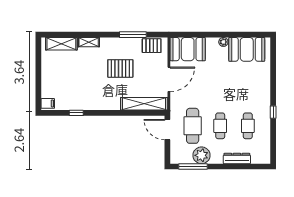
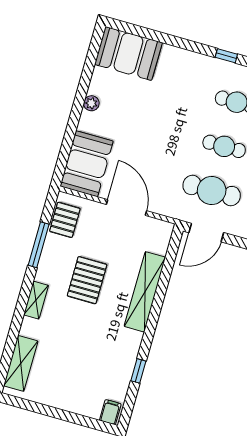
shelving: (89, 42) -> (36, 300), moved
booth: (247, 49) -> (128, 53), moved, turned 90
shelving: (144, 104) -> (145, 292), moved

